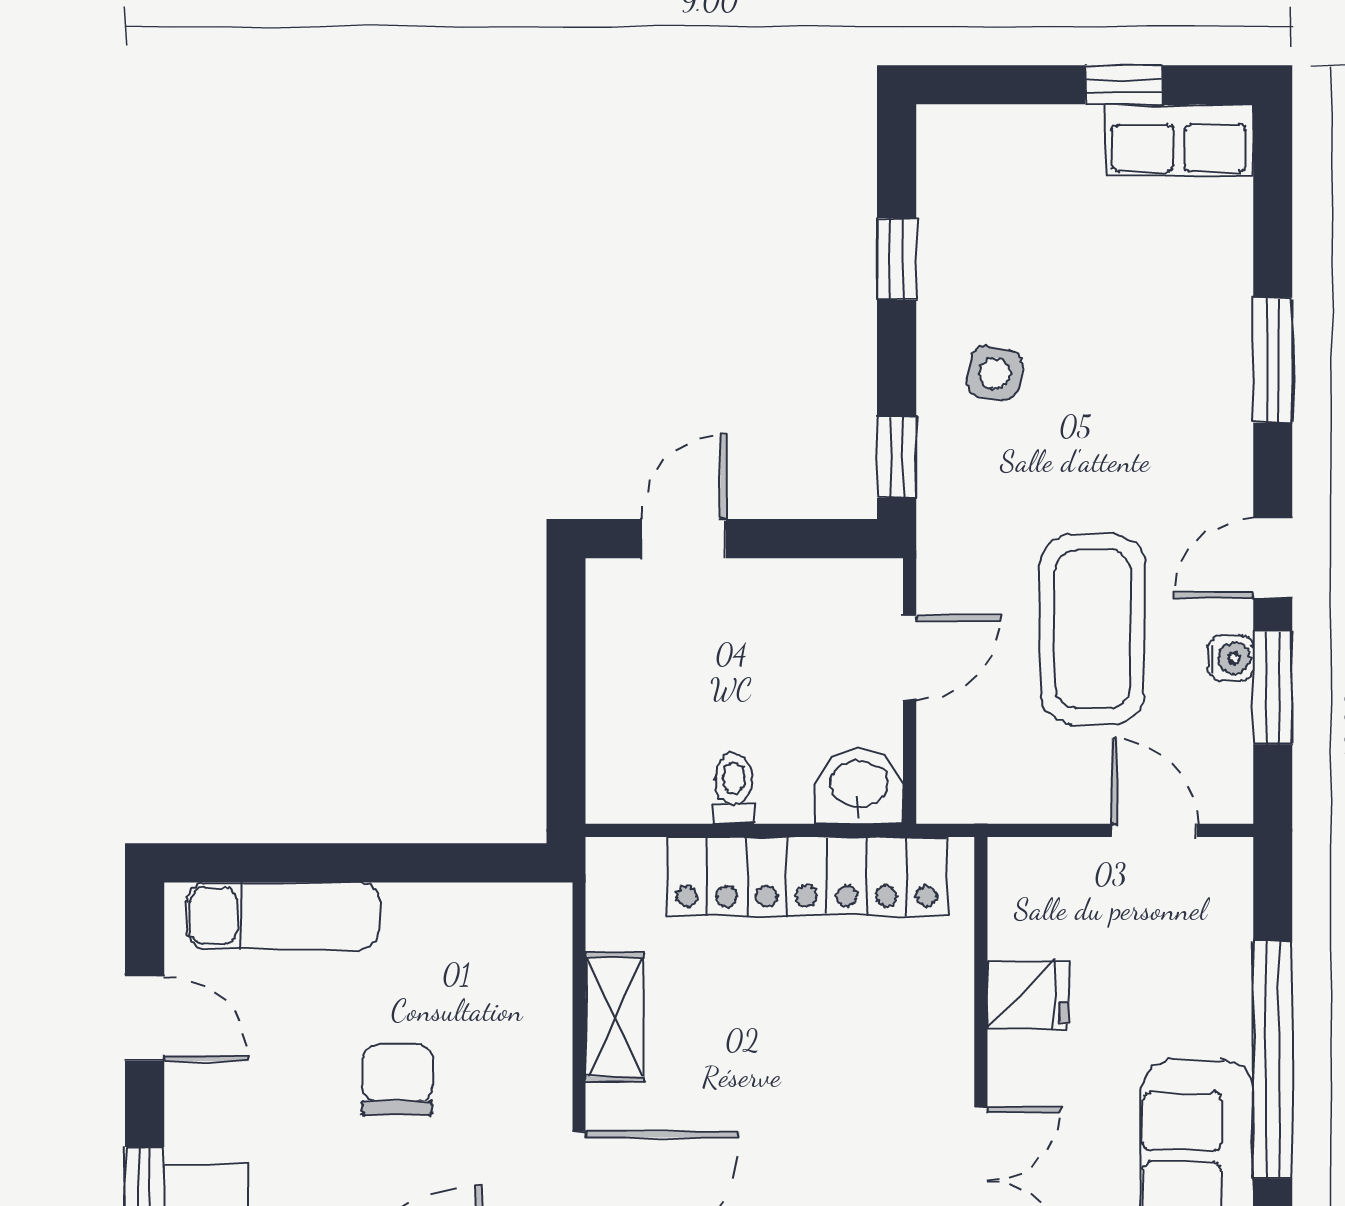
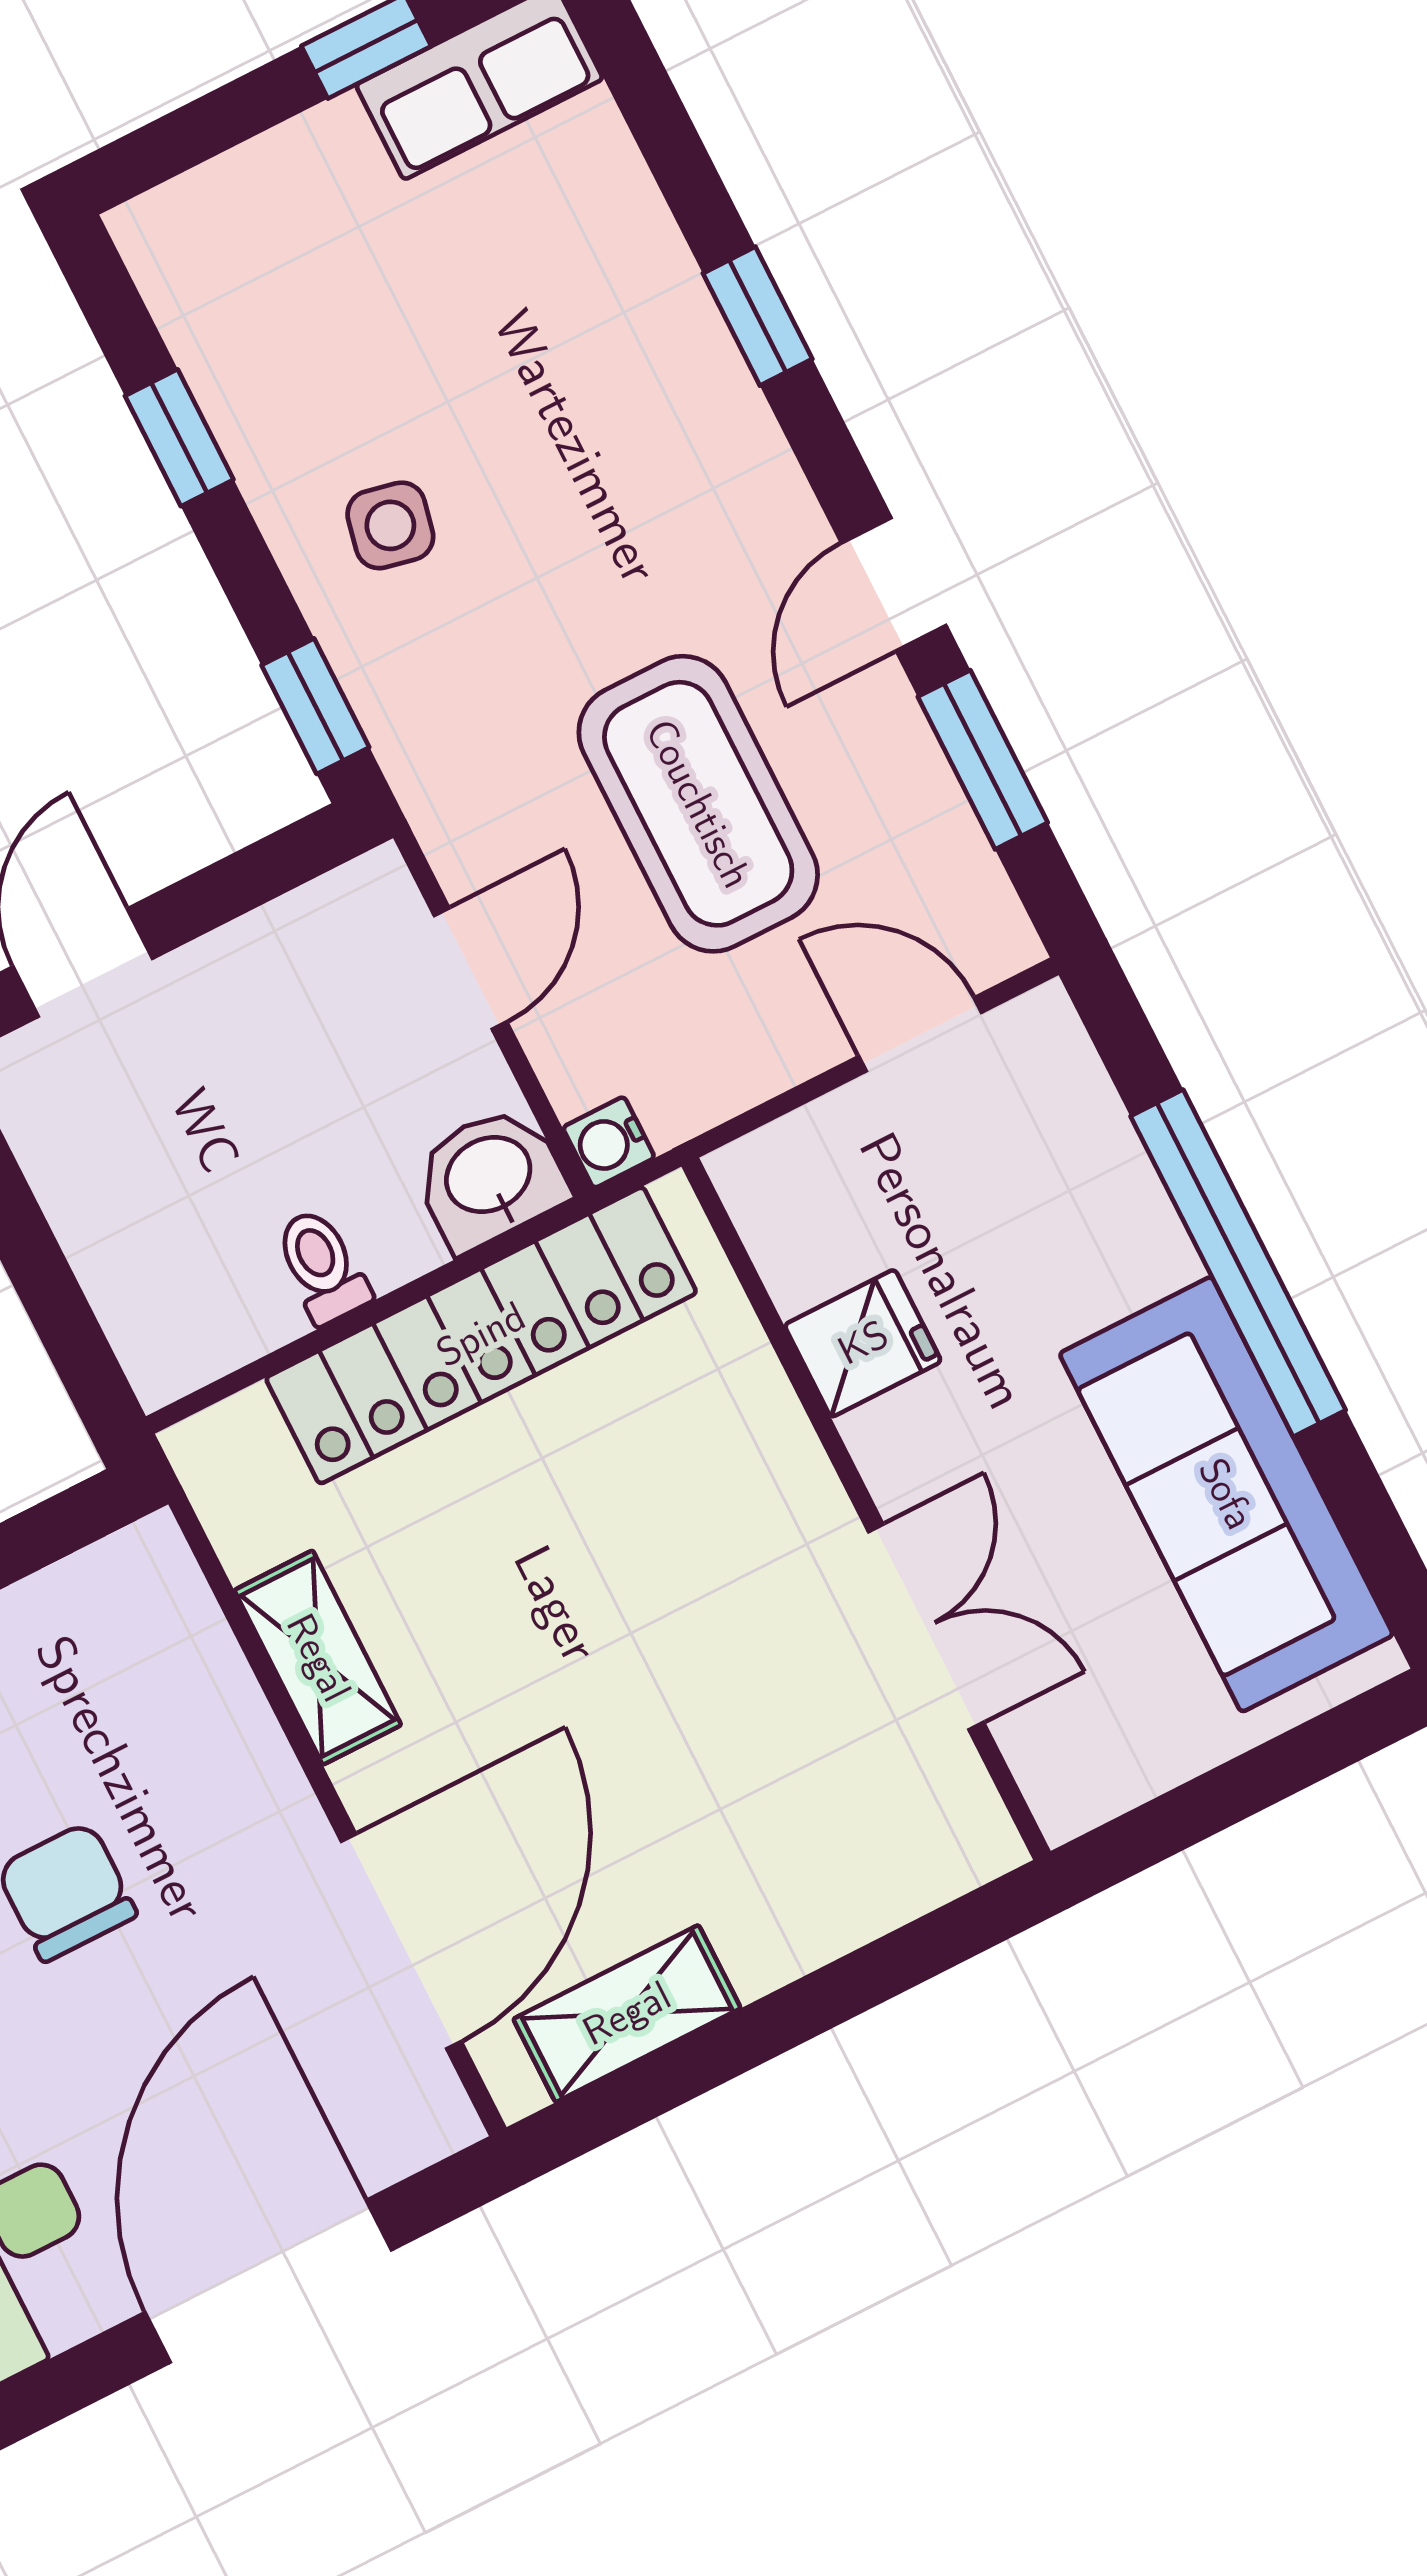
window: (1273, 360) -> (758, 316), width x0.67
water cooler: (1230, 658) -> (609, 1142), moved, turned 180

